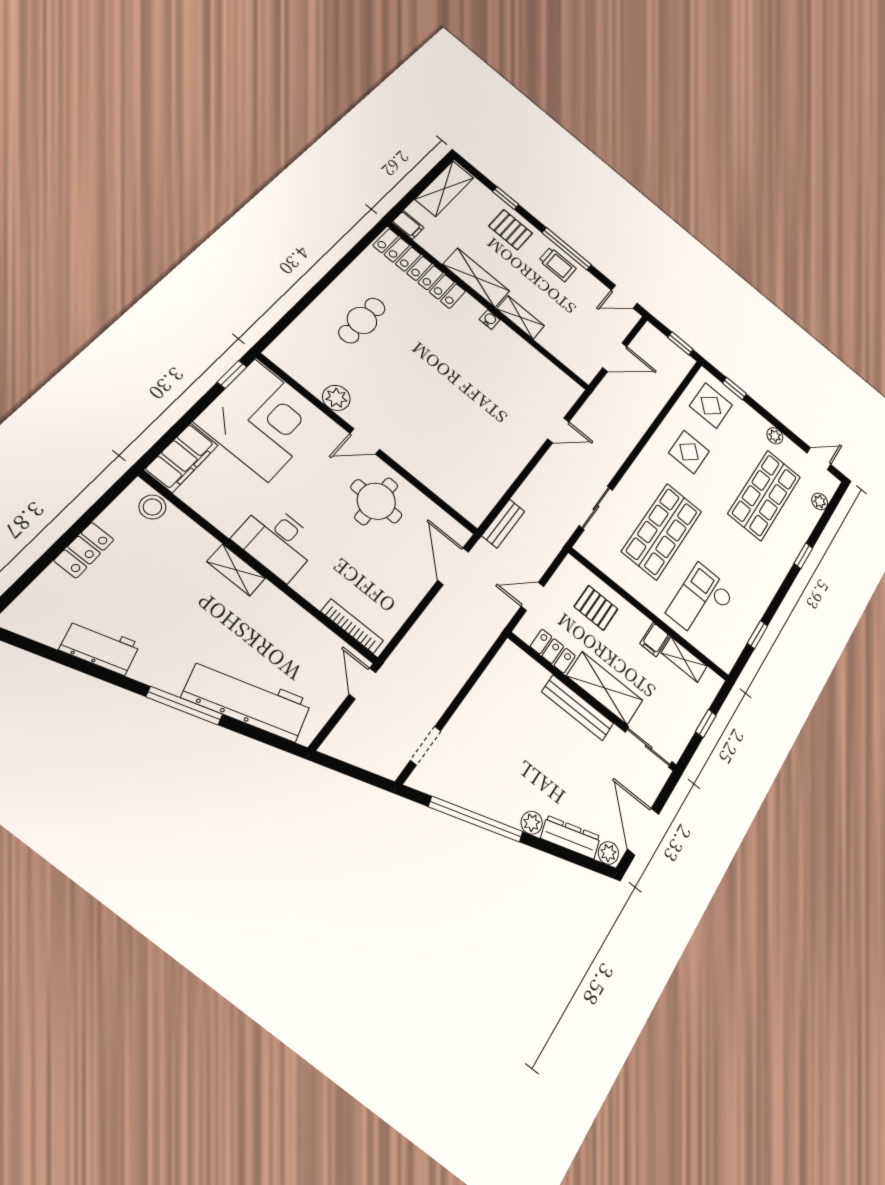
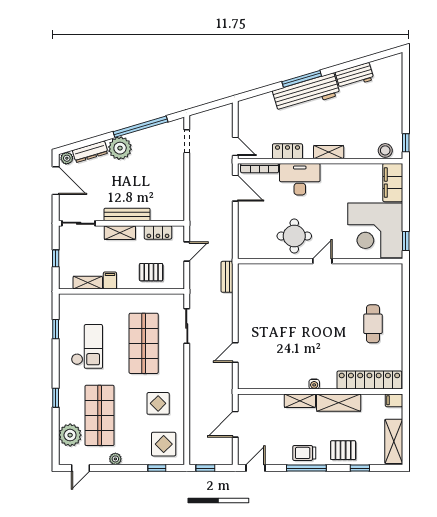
plant: (336, 398) -> (352, 272), removed
window: (113, 493) -> (406, 143), added
plant: (820, 501) -> (70, 435), width x1.88, depth x1.88
desk: (277, 541) -> (300, 179), moved
locker: (84, 550) -> (287, 151), moved, turned 90
door: (453, 566) -> (235, 188), moved
checkout: (701, 602) -> (87, 346), moved
shelving: (605, 688) -> (120, 233), width x0.67, depth x0.75
workbench: (247, 700) -> (306, 93), moved
plant: (532, 823) -> (120, 148), width x1.88, depth x1.88

